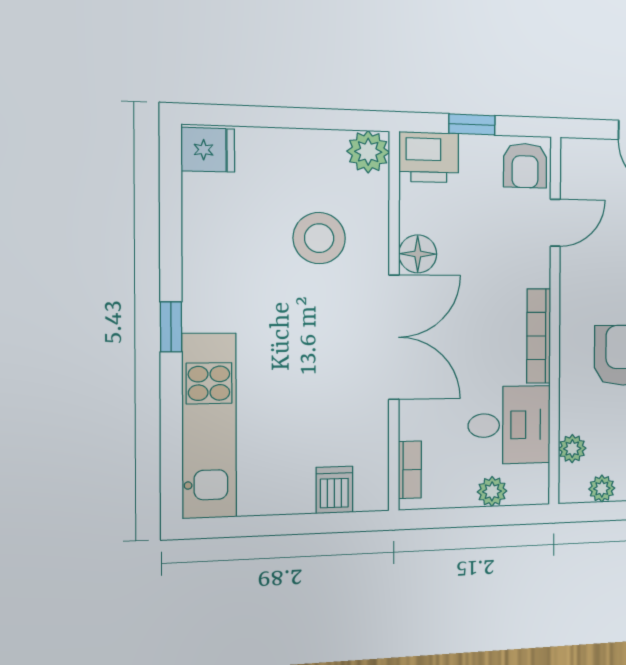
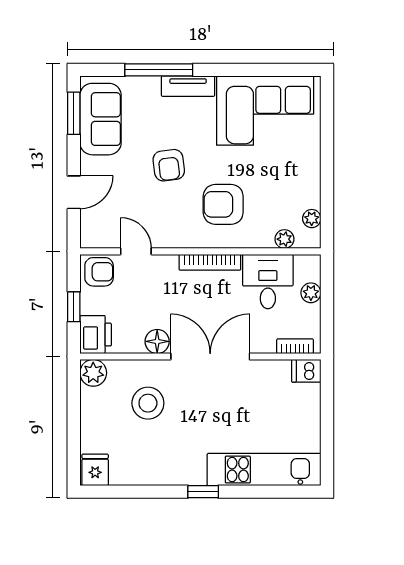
dishwasher: (334, 490) -> (306, 371), moved

